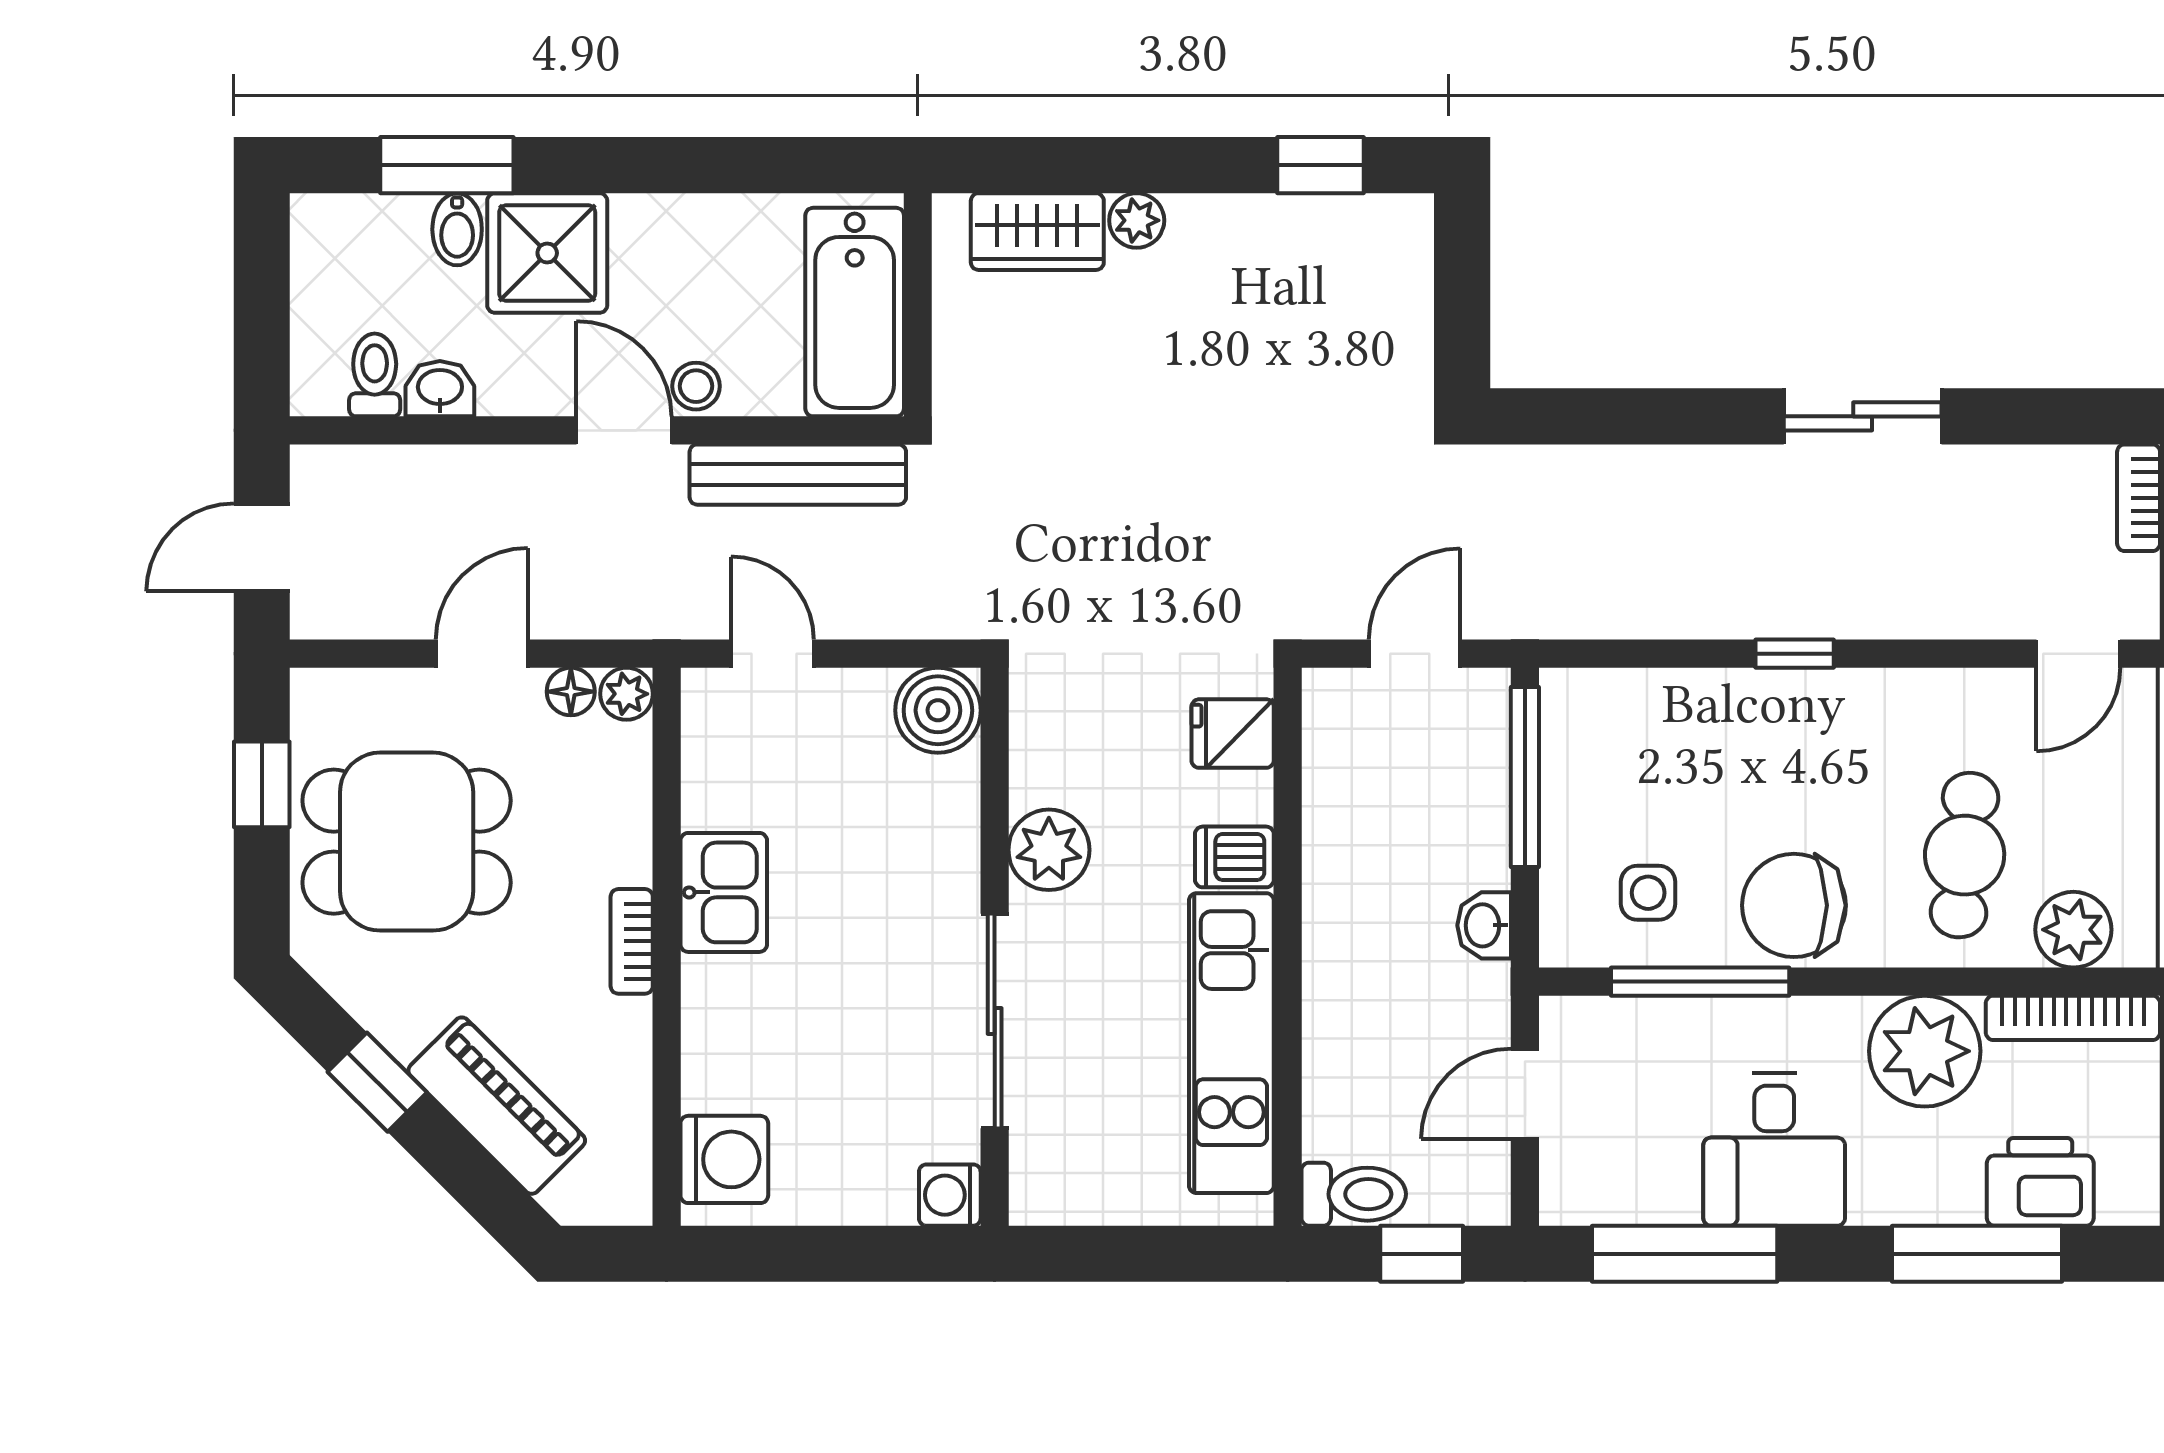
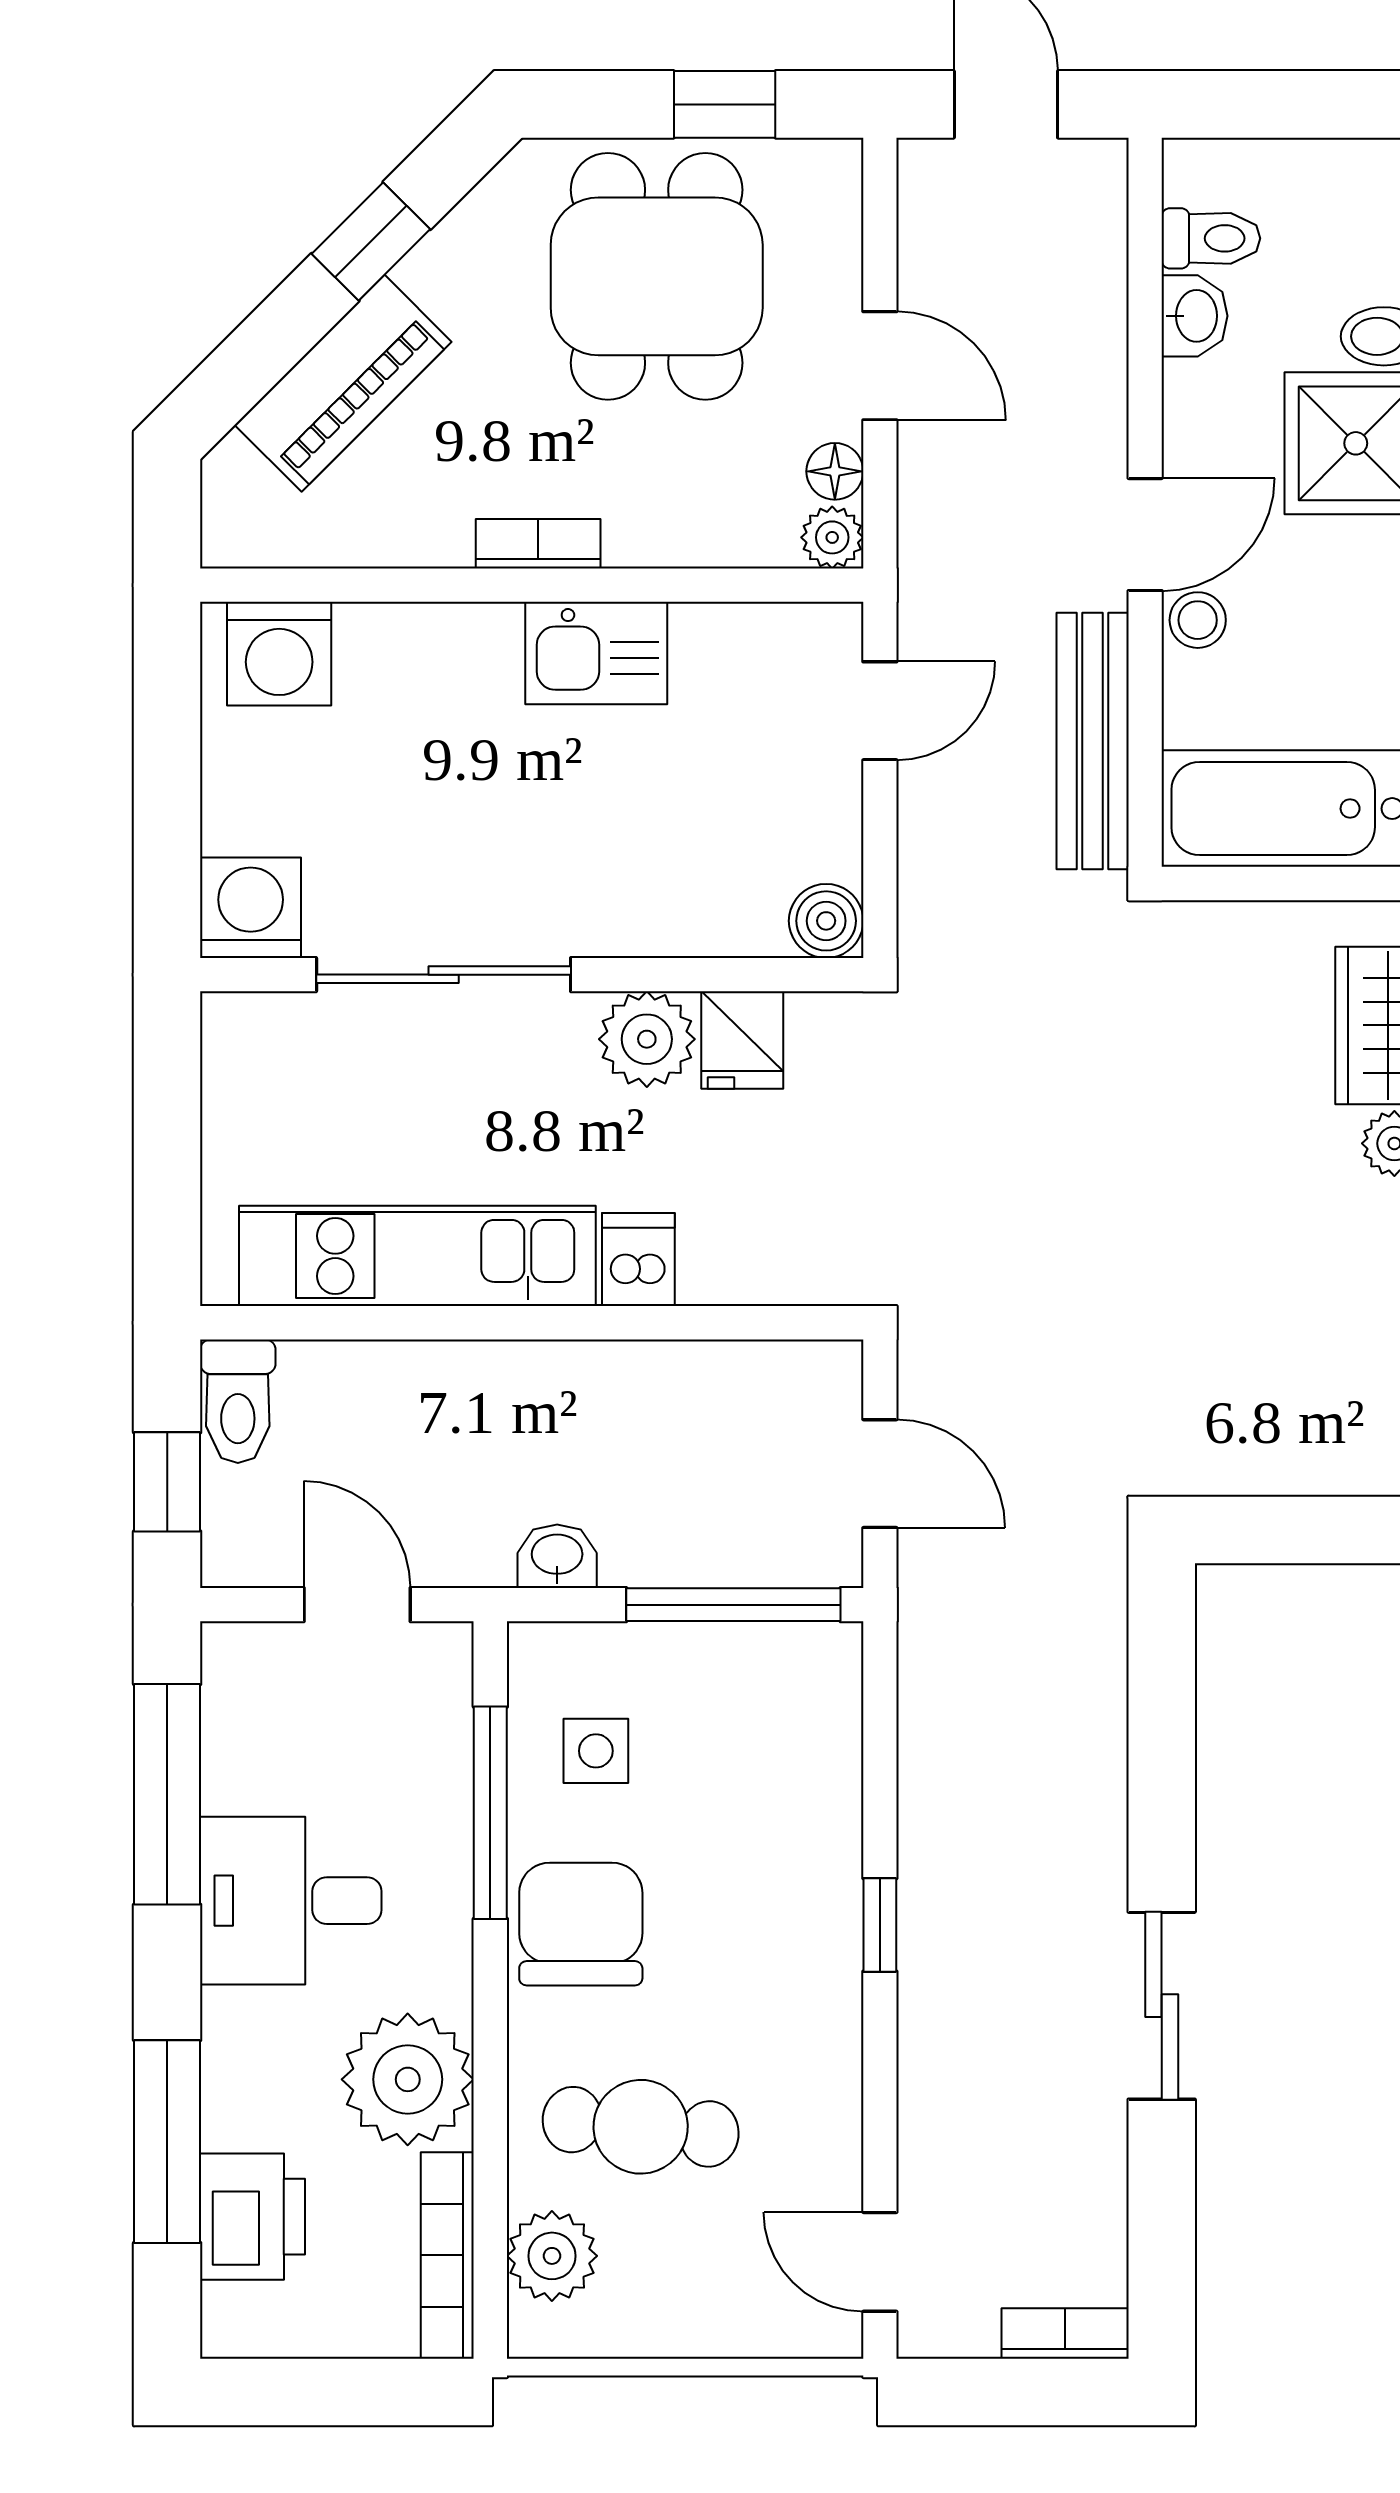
boiler: (938, 710) -> (826, 921), width x0.73, depth x0.73
fridge: (1233, 734) -> (742, 1040), moved, turned 180
washing machine: (950, 1195) -> (251, 908), width x1.38, depth x1.38

